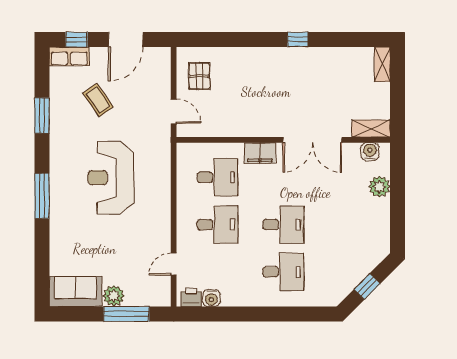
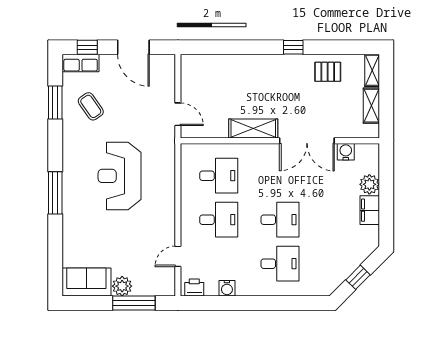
door: (126, 39) -> (133, 47), hinge flipped
pallet: (199, 76) -> (328, 72), moved, turned 90
coffee table: (98, 100) -> (91, 106), moved
window: (42, 116) -> (55, 103), moved
shelving: (255, 127) -> (253, 128), added
shelving: (371, 129) -> (371, 106), moved, turned 90
water cooler: (370, 152) -> (346, 152), moved
filing cabinet: (260, 153) -> (370, 210), moved, turned 90
water cooler: (211, 298) -> (227, 288), moved

